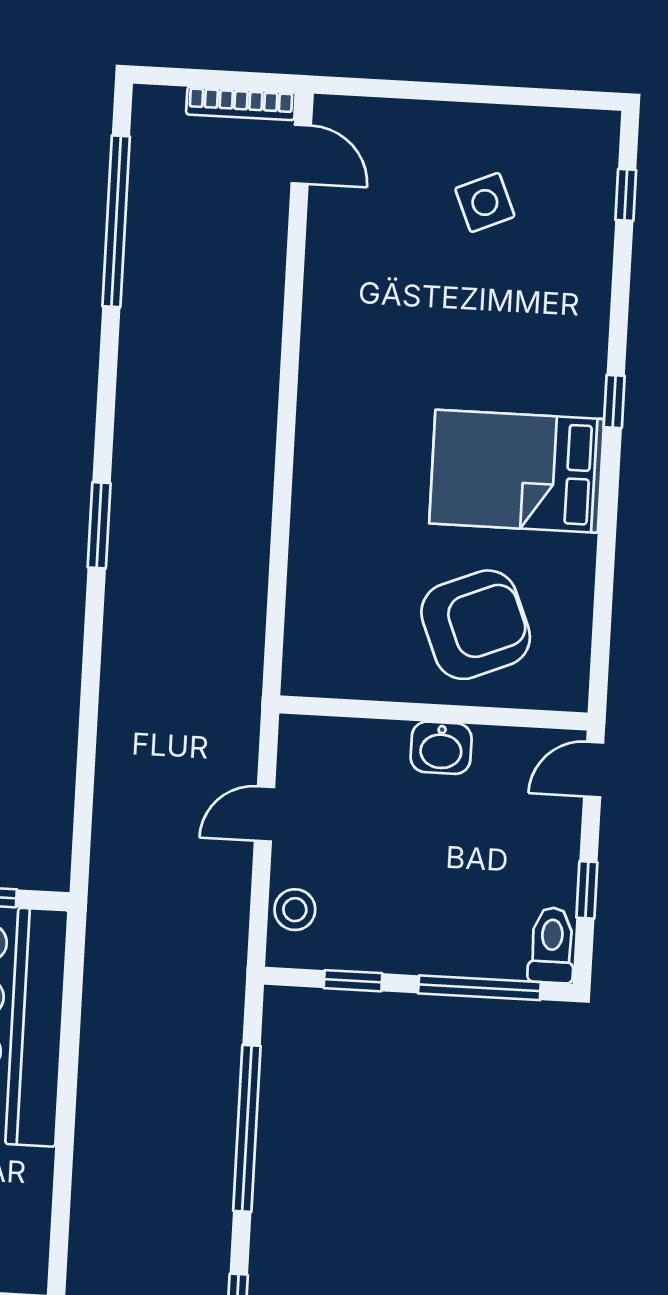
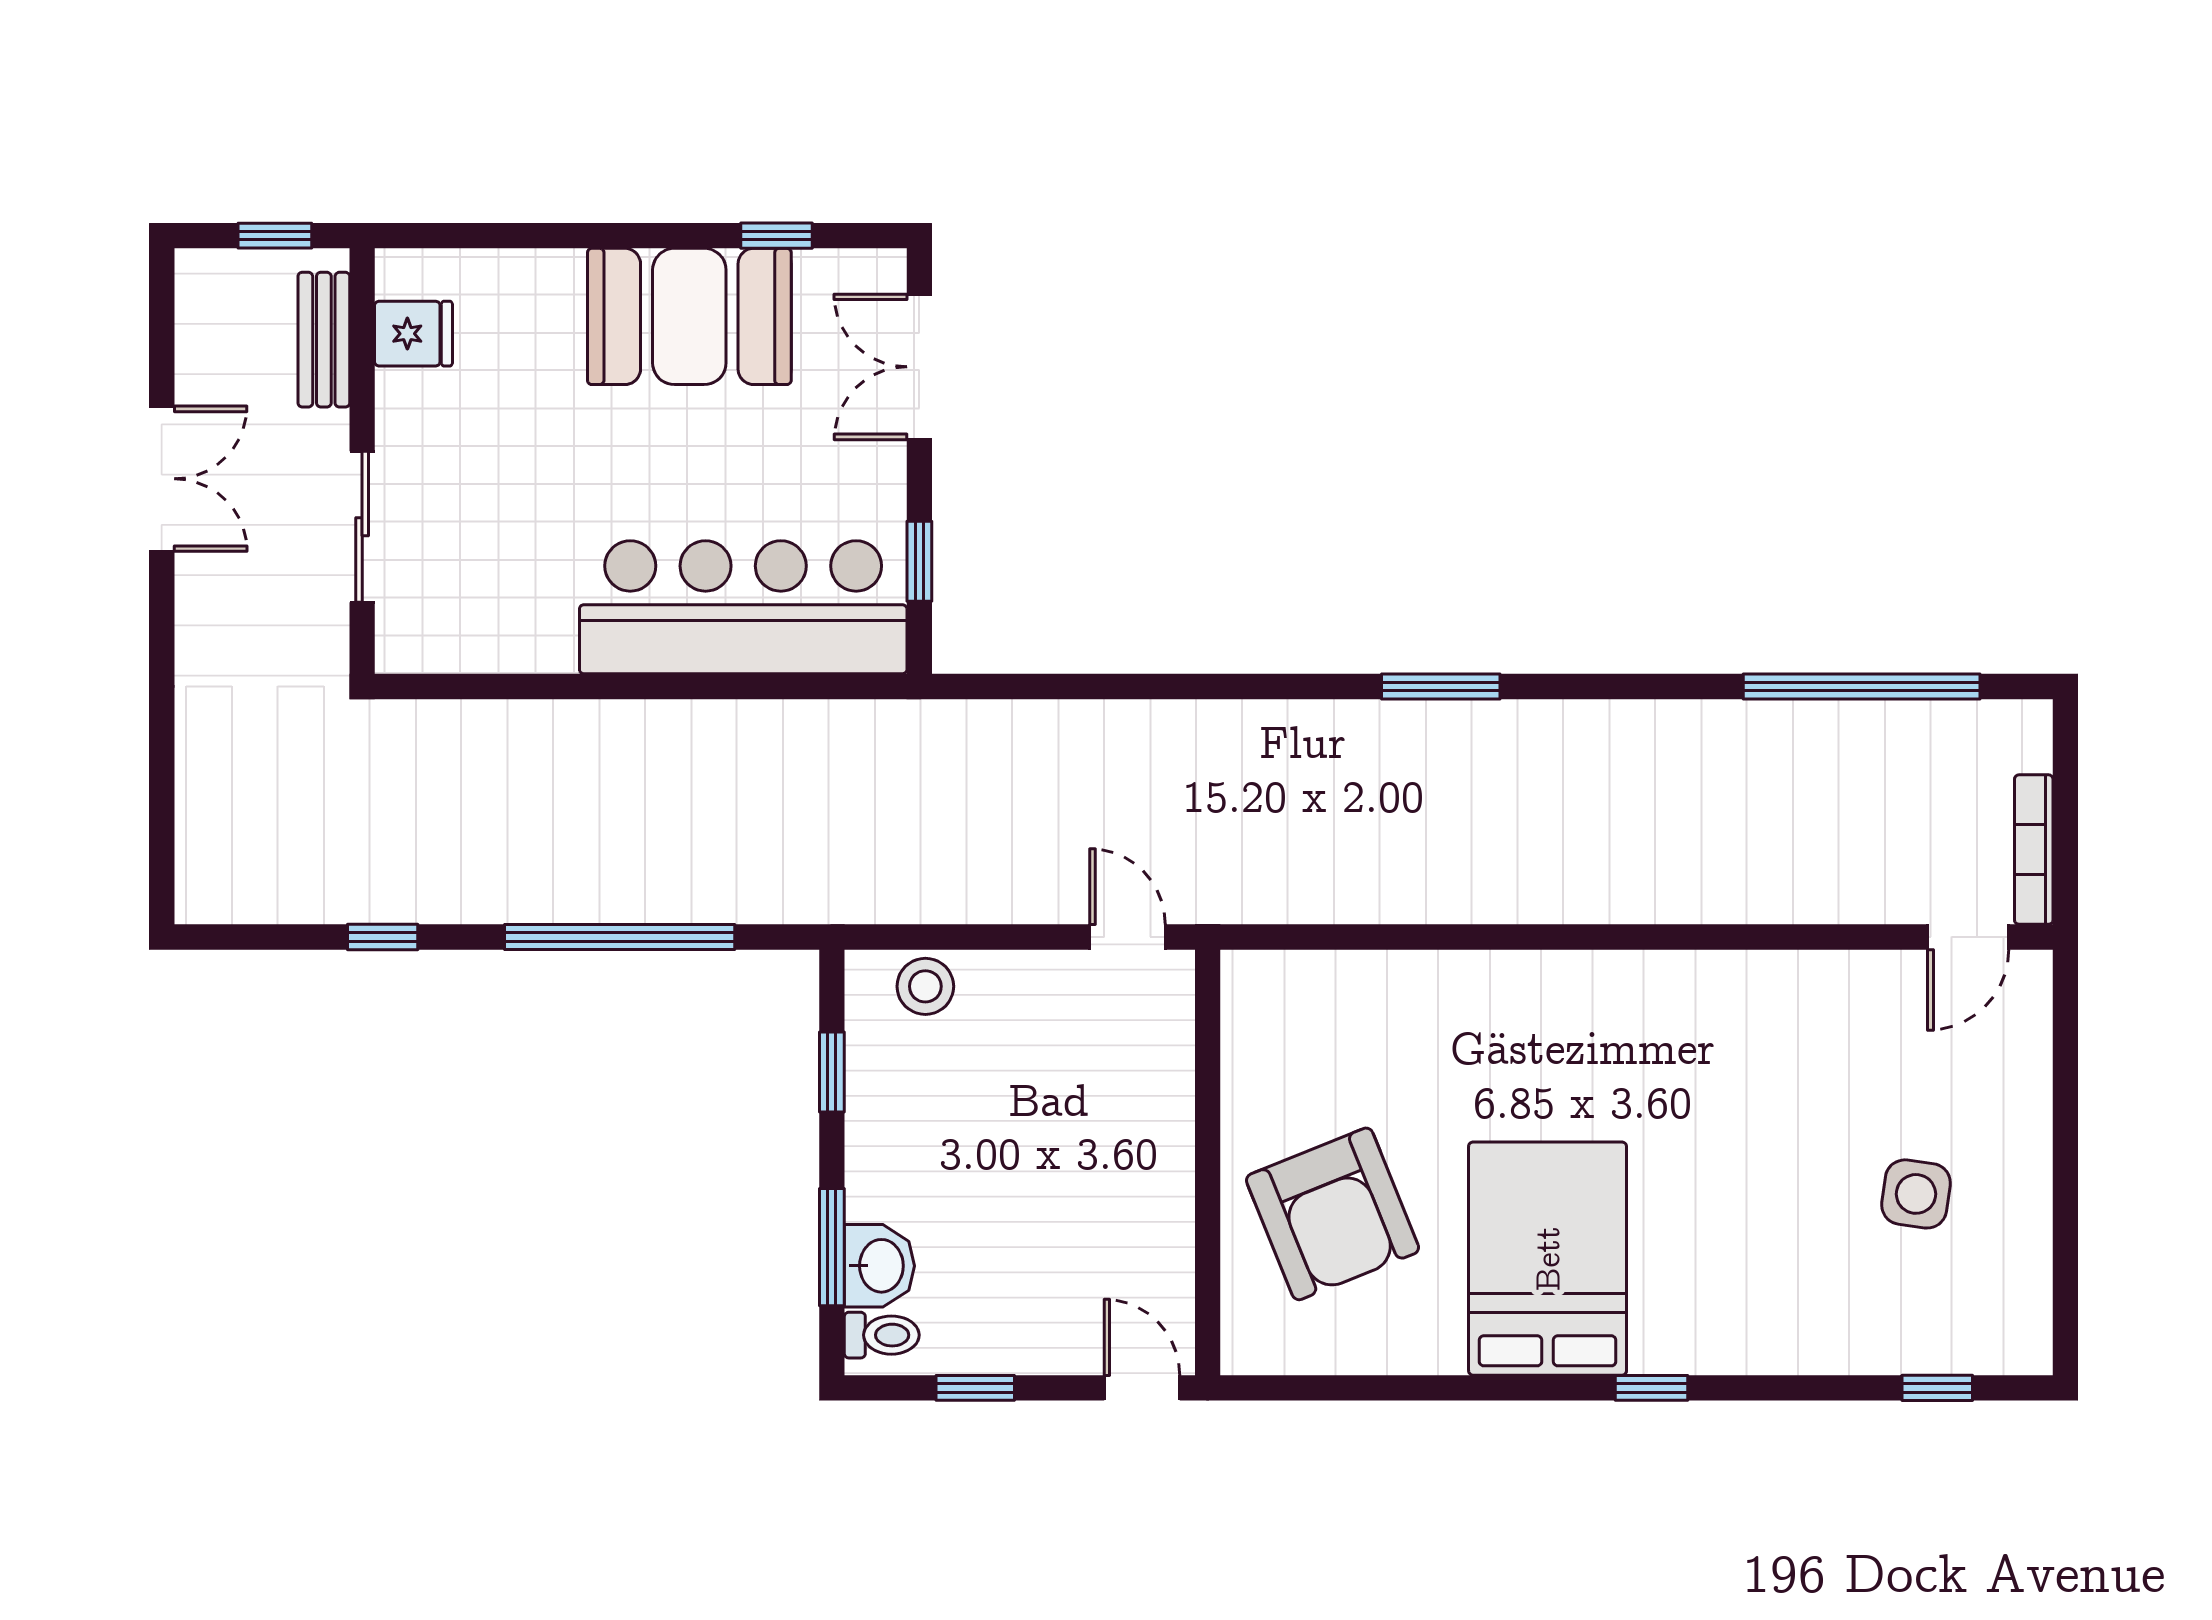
side table: (485, 202) -> (1916, 1194), turned 31
washbasin: (441, 748) -> (879, 1266), moved, turned 180
door: (264, 814) -> (1128, 937), moved
toilet: (552, 945) -> (882, 1335), width x0.73, depth x0.72
window: (479, 988) -> (832, 1247), width x0.69

